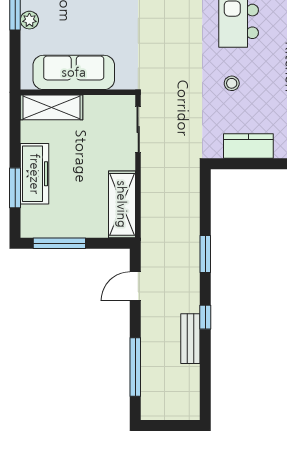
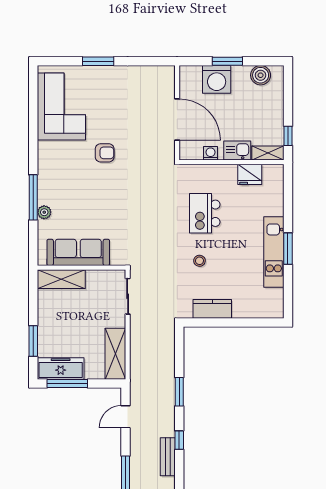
freezer: (35, 174) -> (61, 369), moved, turned -90

